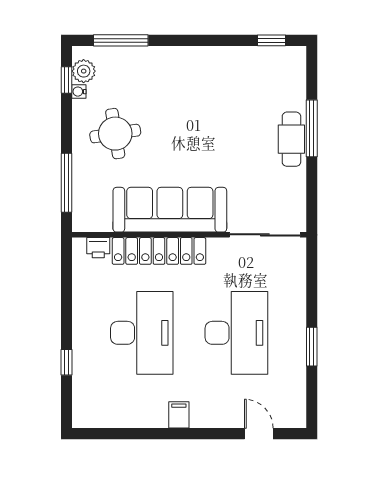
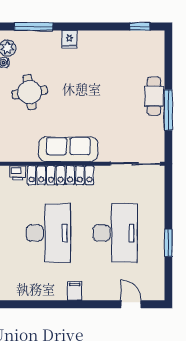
fridge: (172, 58) -> (69, 39), added
window: (312, 128) -> (168, 110), moved
sofa: (170, 210) -> (68, 149), width x0.74, depth x0.79

